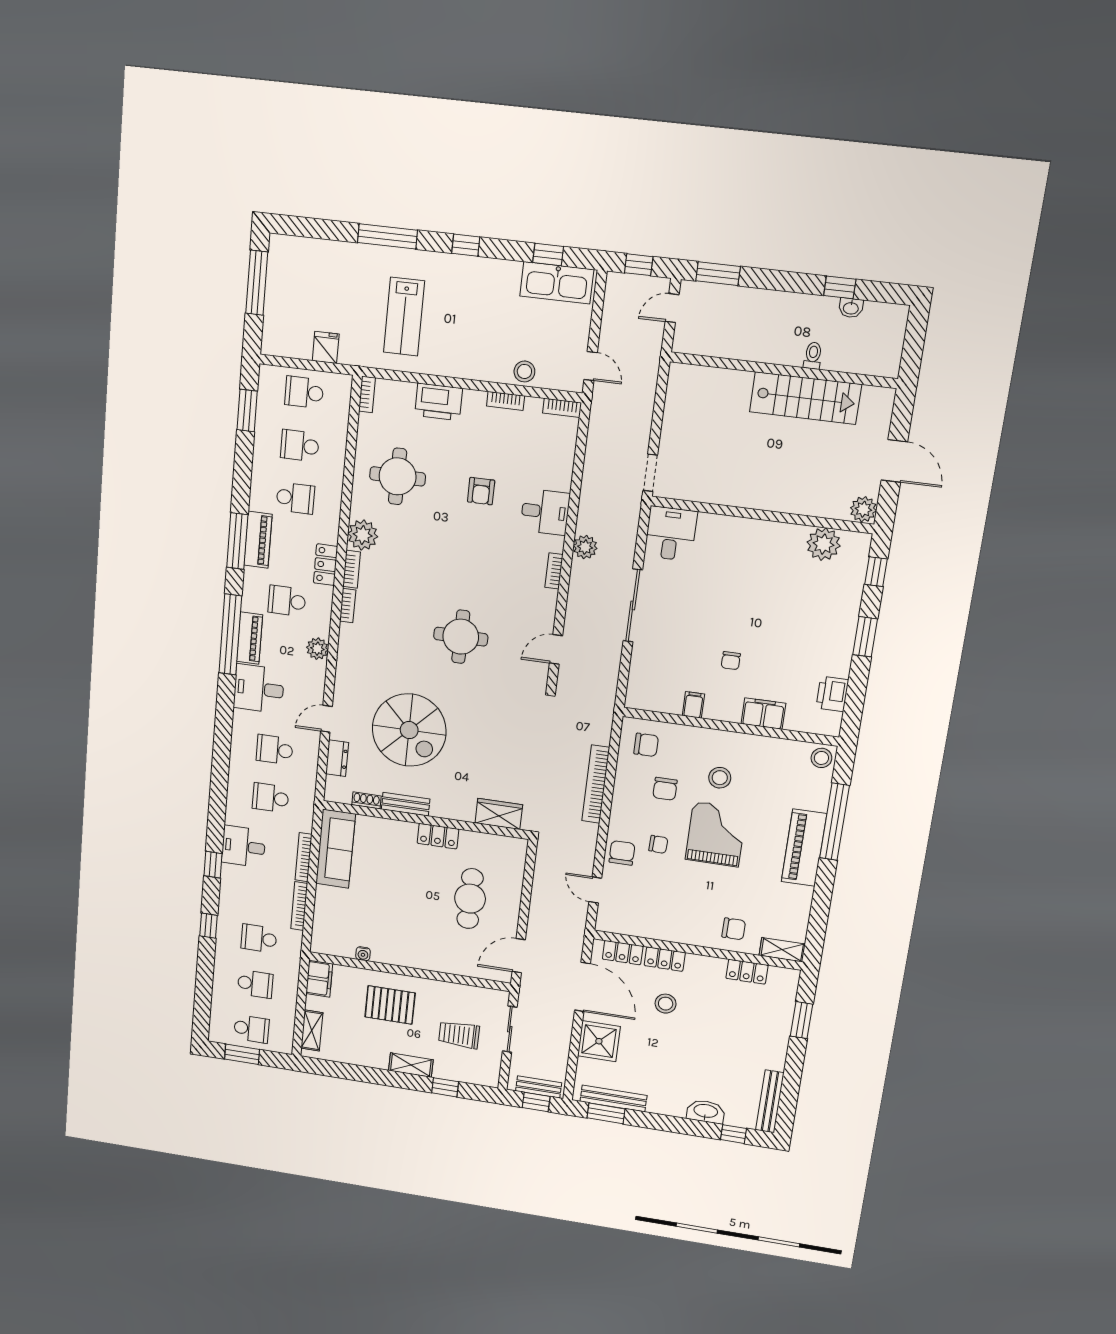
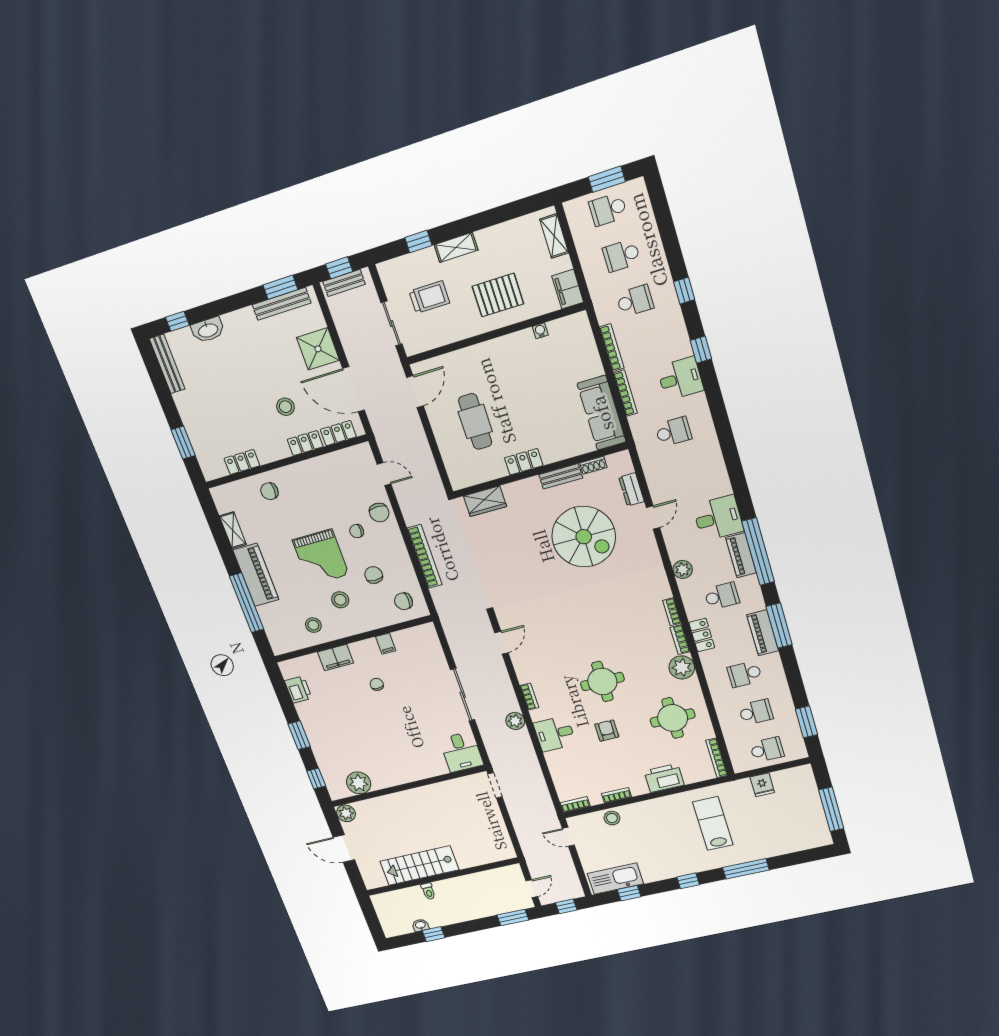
bookcase: (367, 394) -> (717, 758), width x1.56
round table: (461, 637) -> (602, 681), moved
spiral stairs: (409, 730) -> (584, 537), turned 180
school desk: (275, 750) -> (686, 474), removed
stool: (821, 758) -> (313, 625), moved
shelving: (782, 950) -> (233, 530), moved, turned 90

